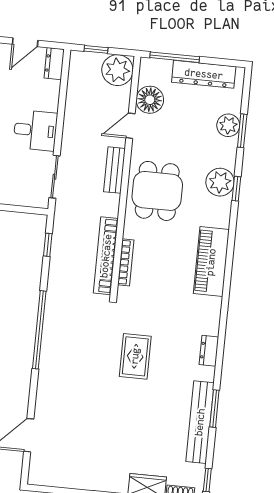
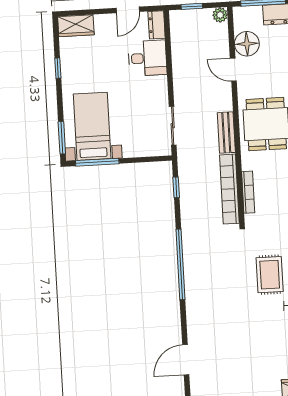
plant: (117, 70) -> (220, 15), width x0.53, depth x0.53
door: (130, 126) -> (233, 70), hinge flipped
desk: (35, 130) -> (147, 58), moved
bench: (114, 170) -> (226, 133), moved

